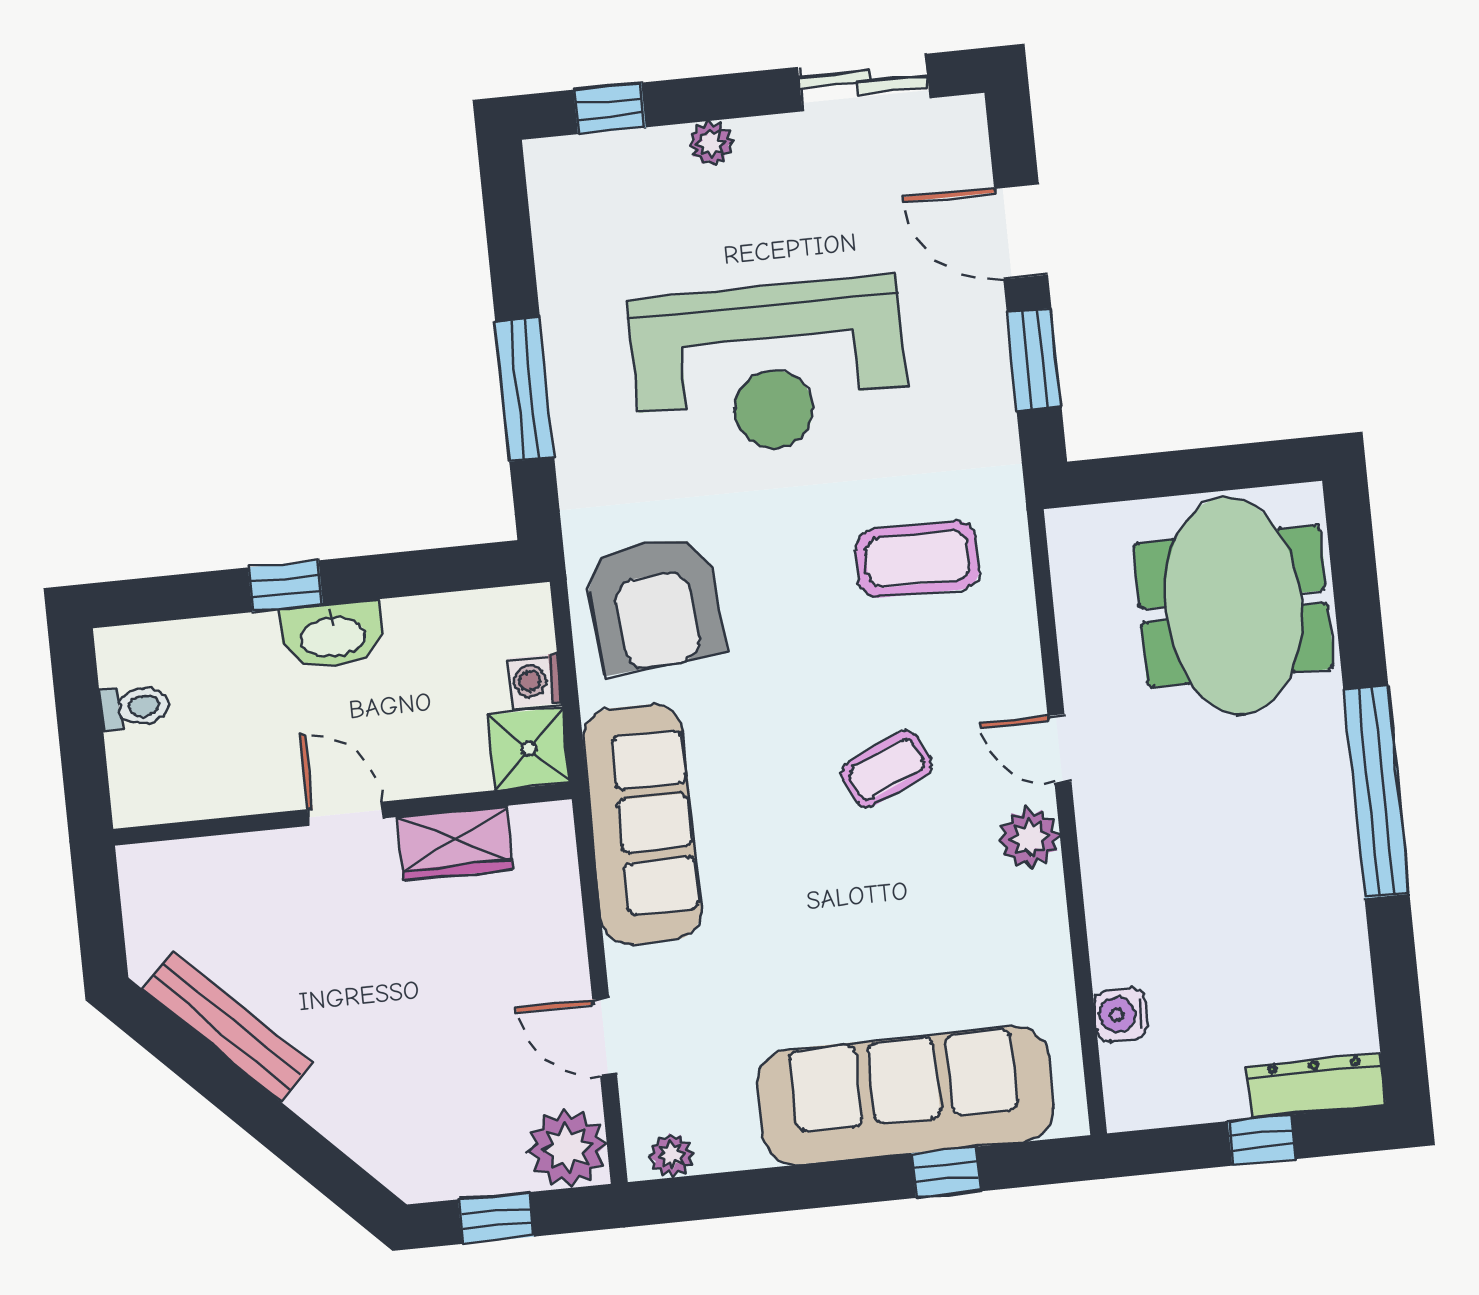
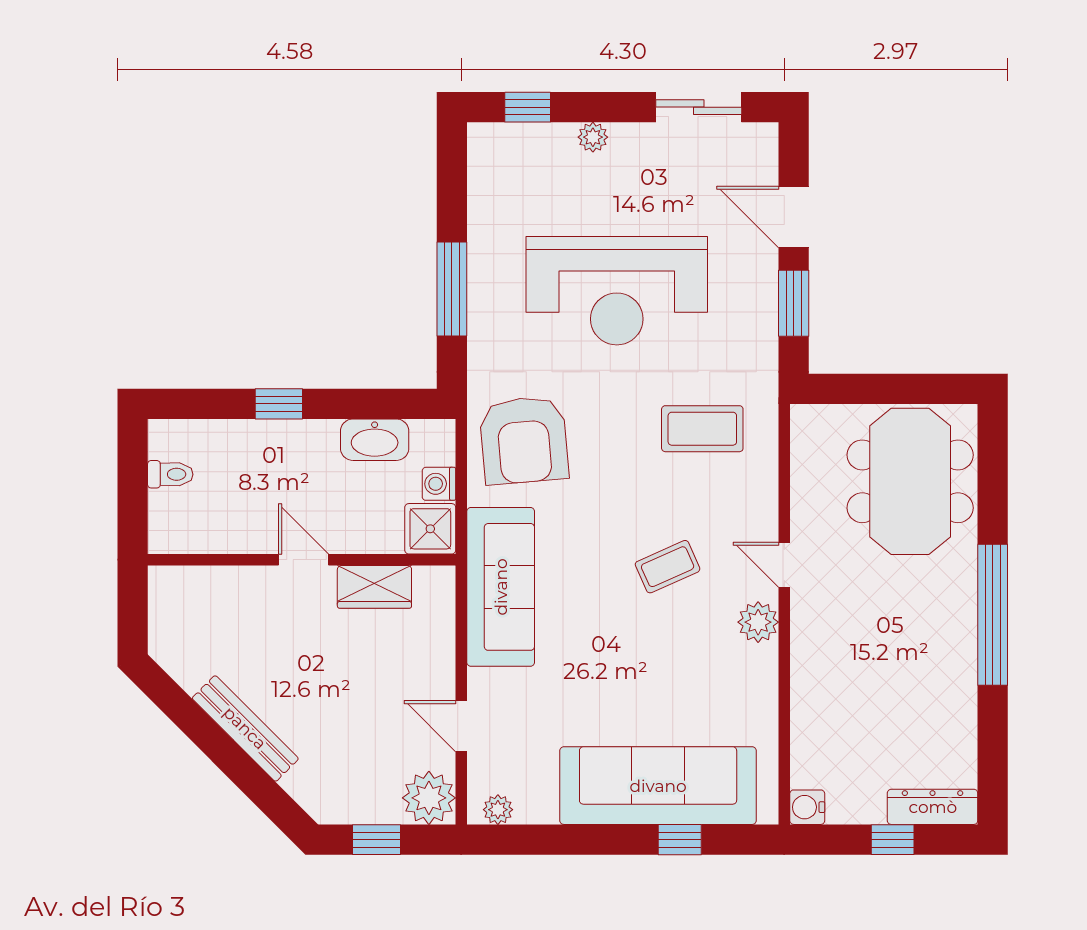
washbasin: (332, 635) -> (375, 440), moved
water cooler: (1121, 1014) -> (807, 807), moved
bench: (227, 1026) -> (245, 728), moved

